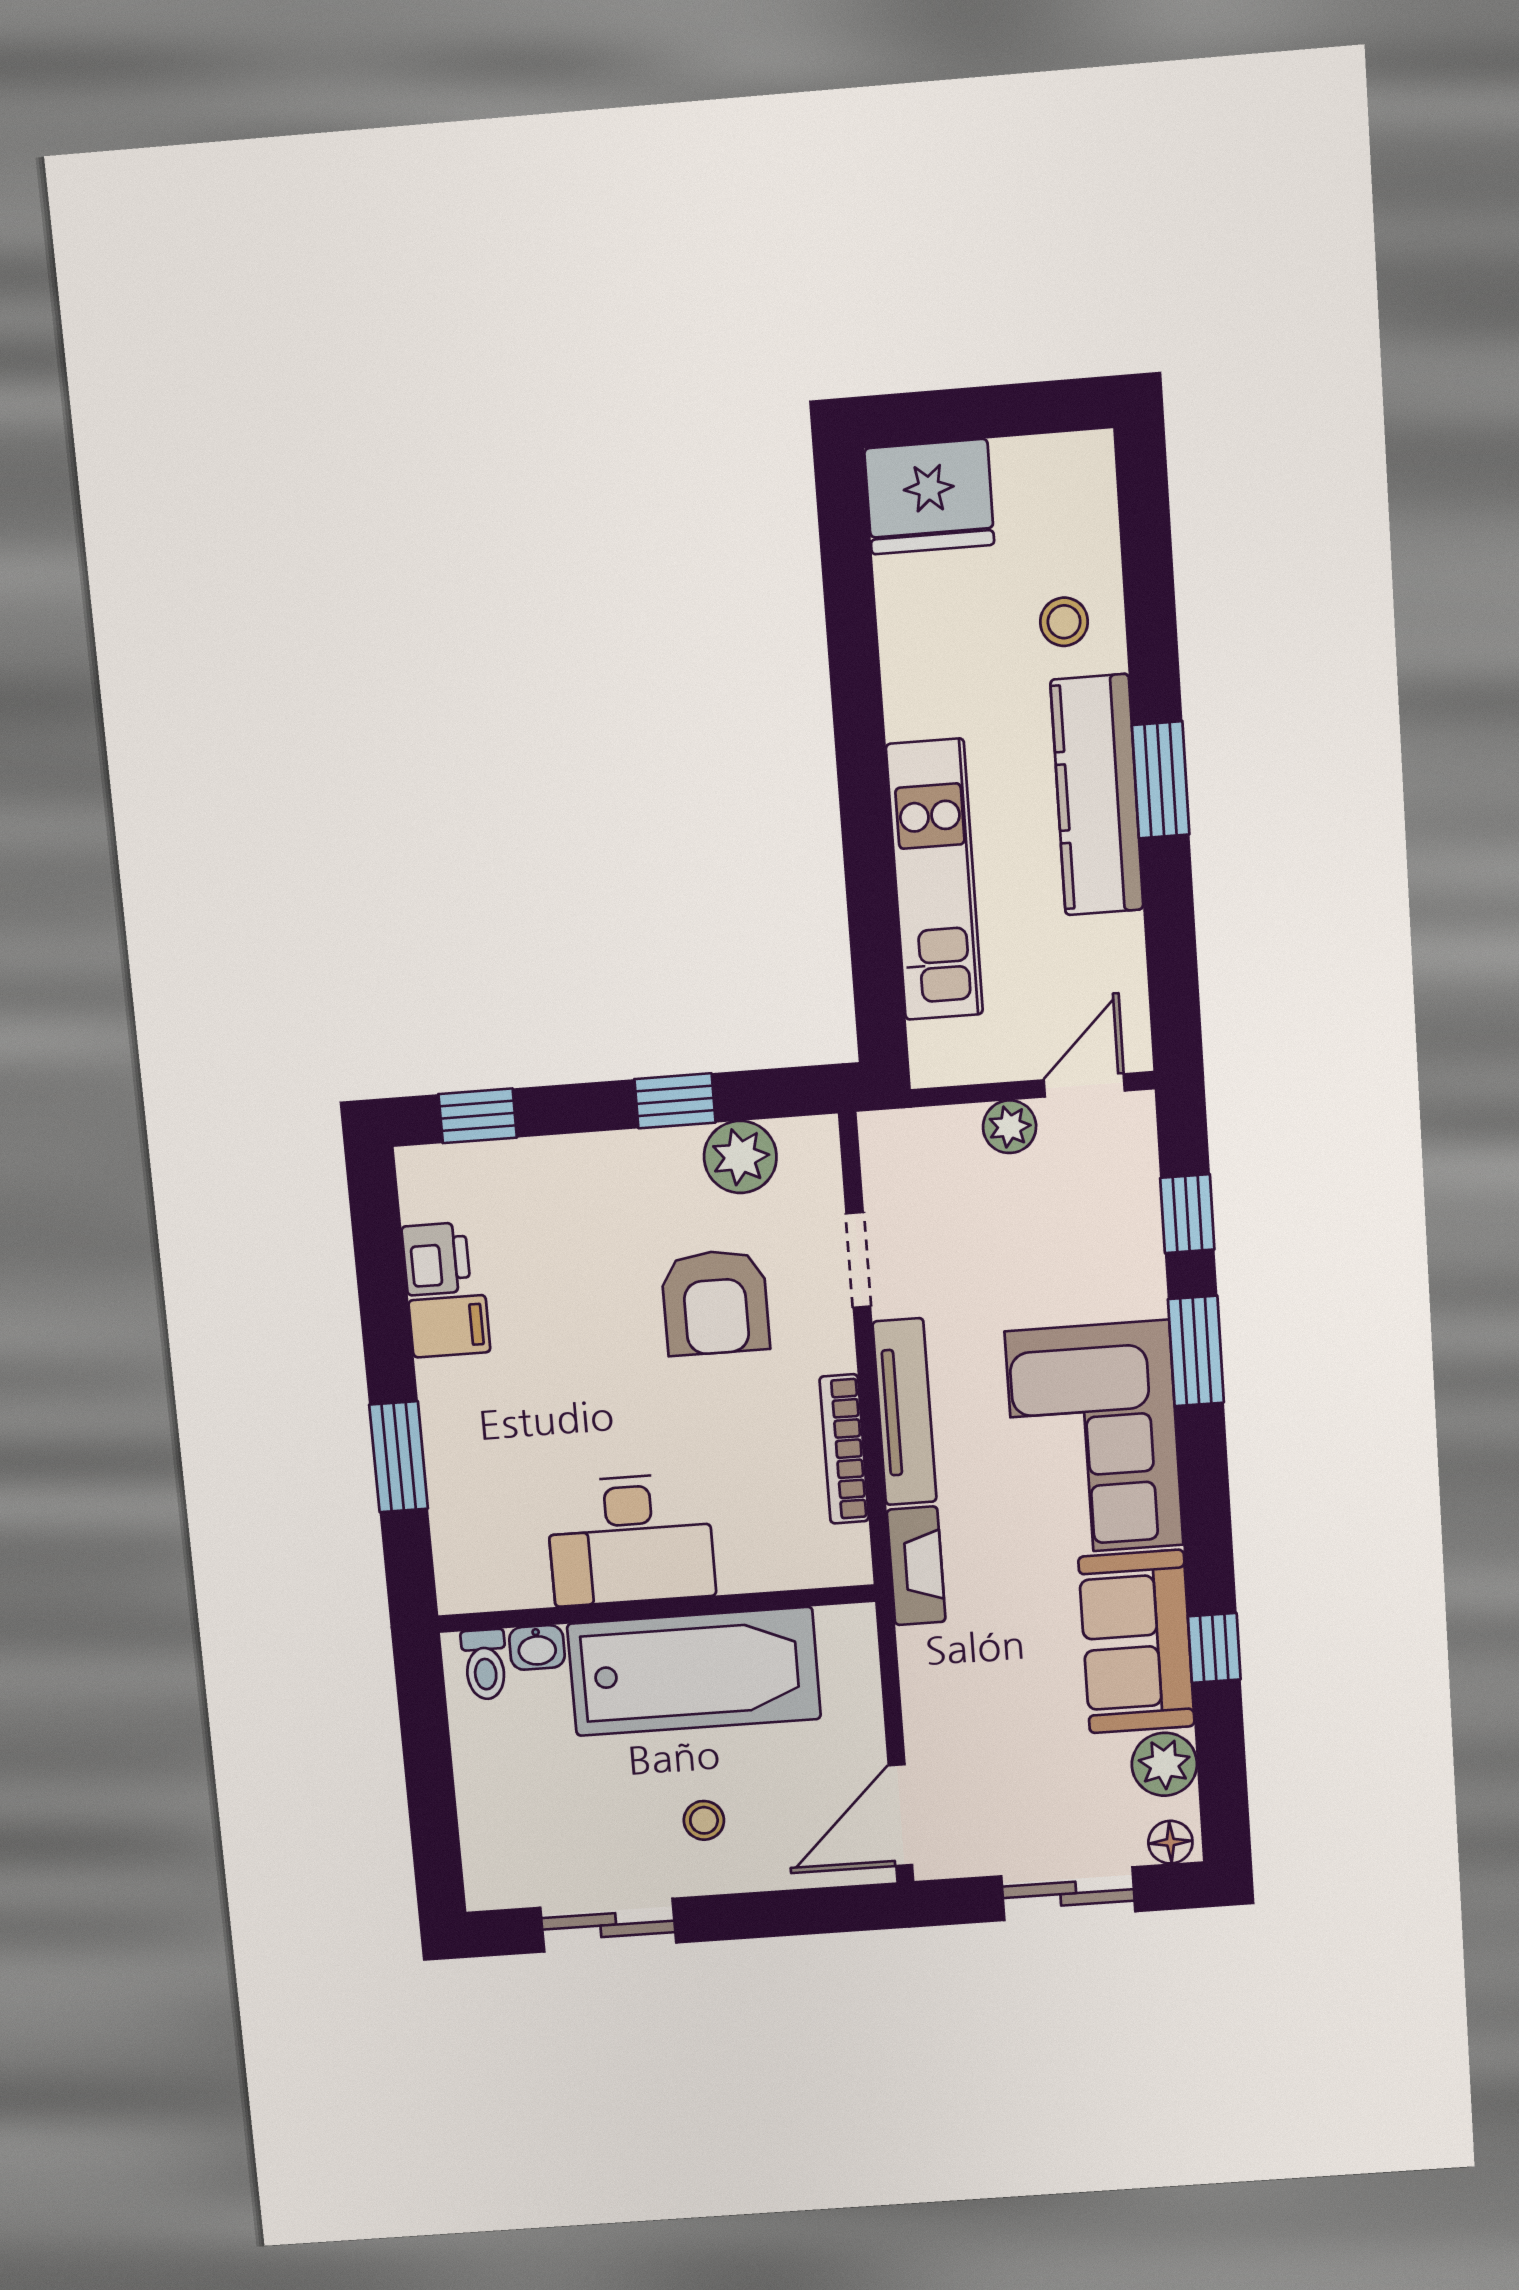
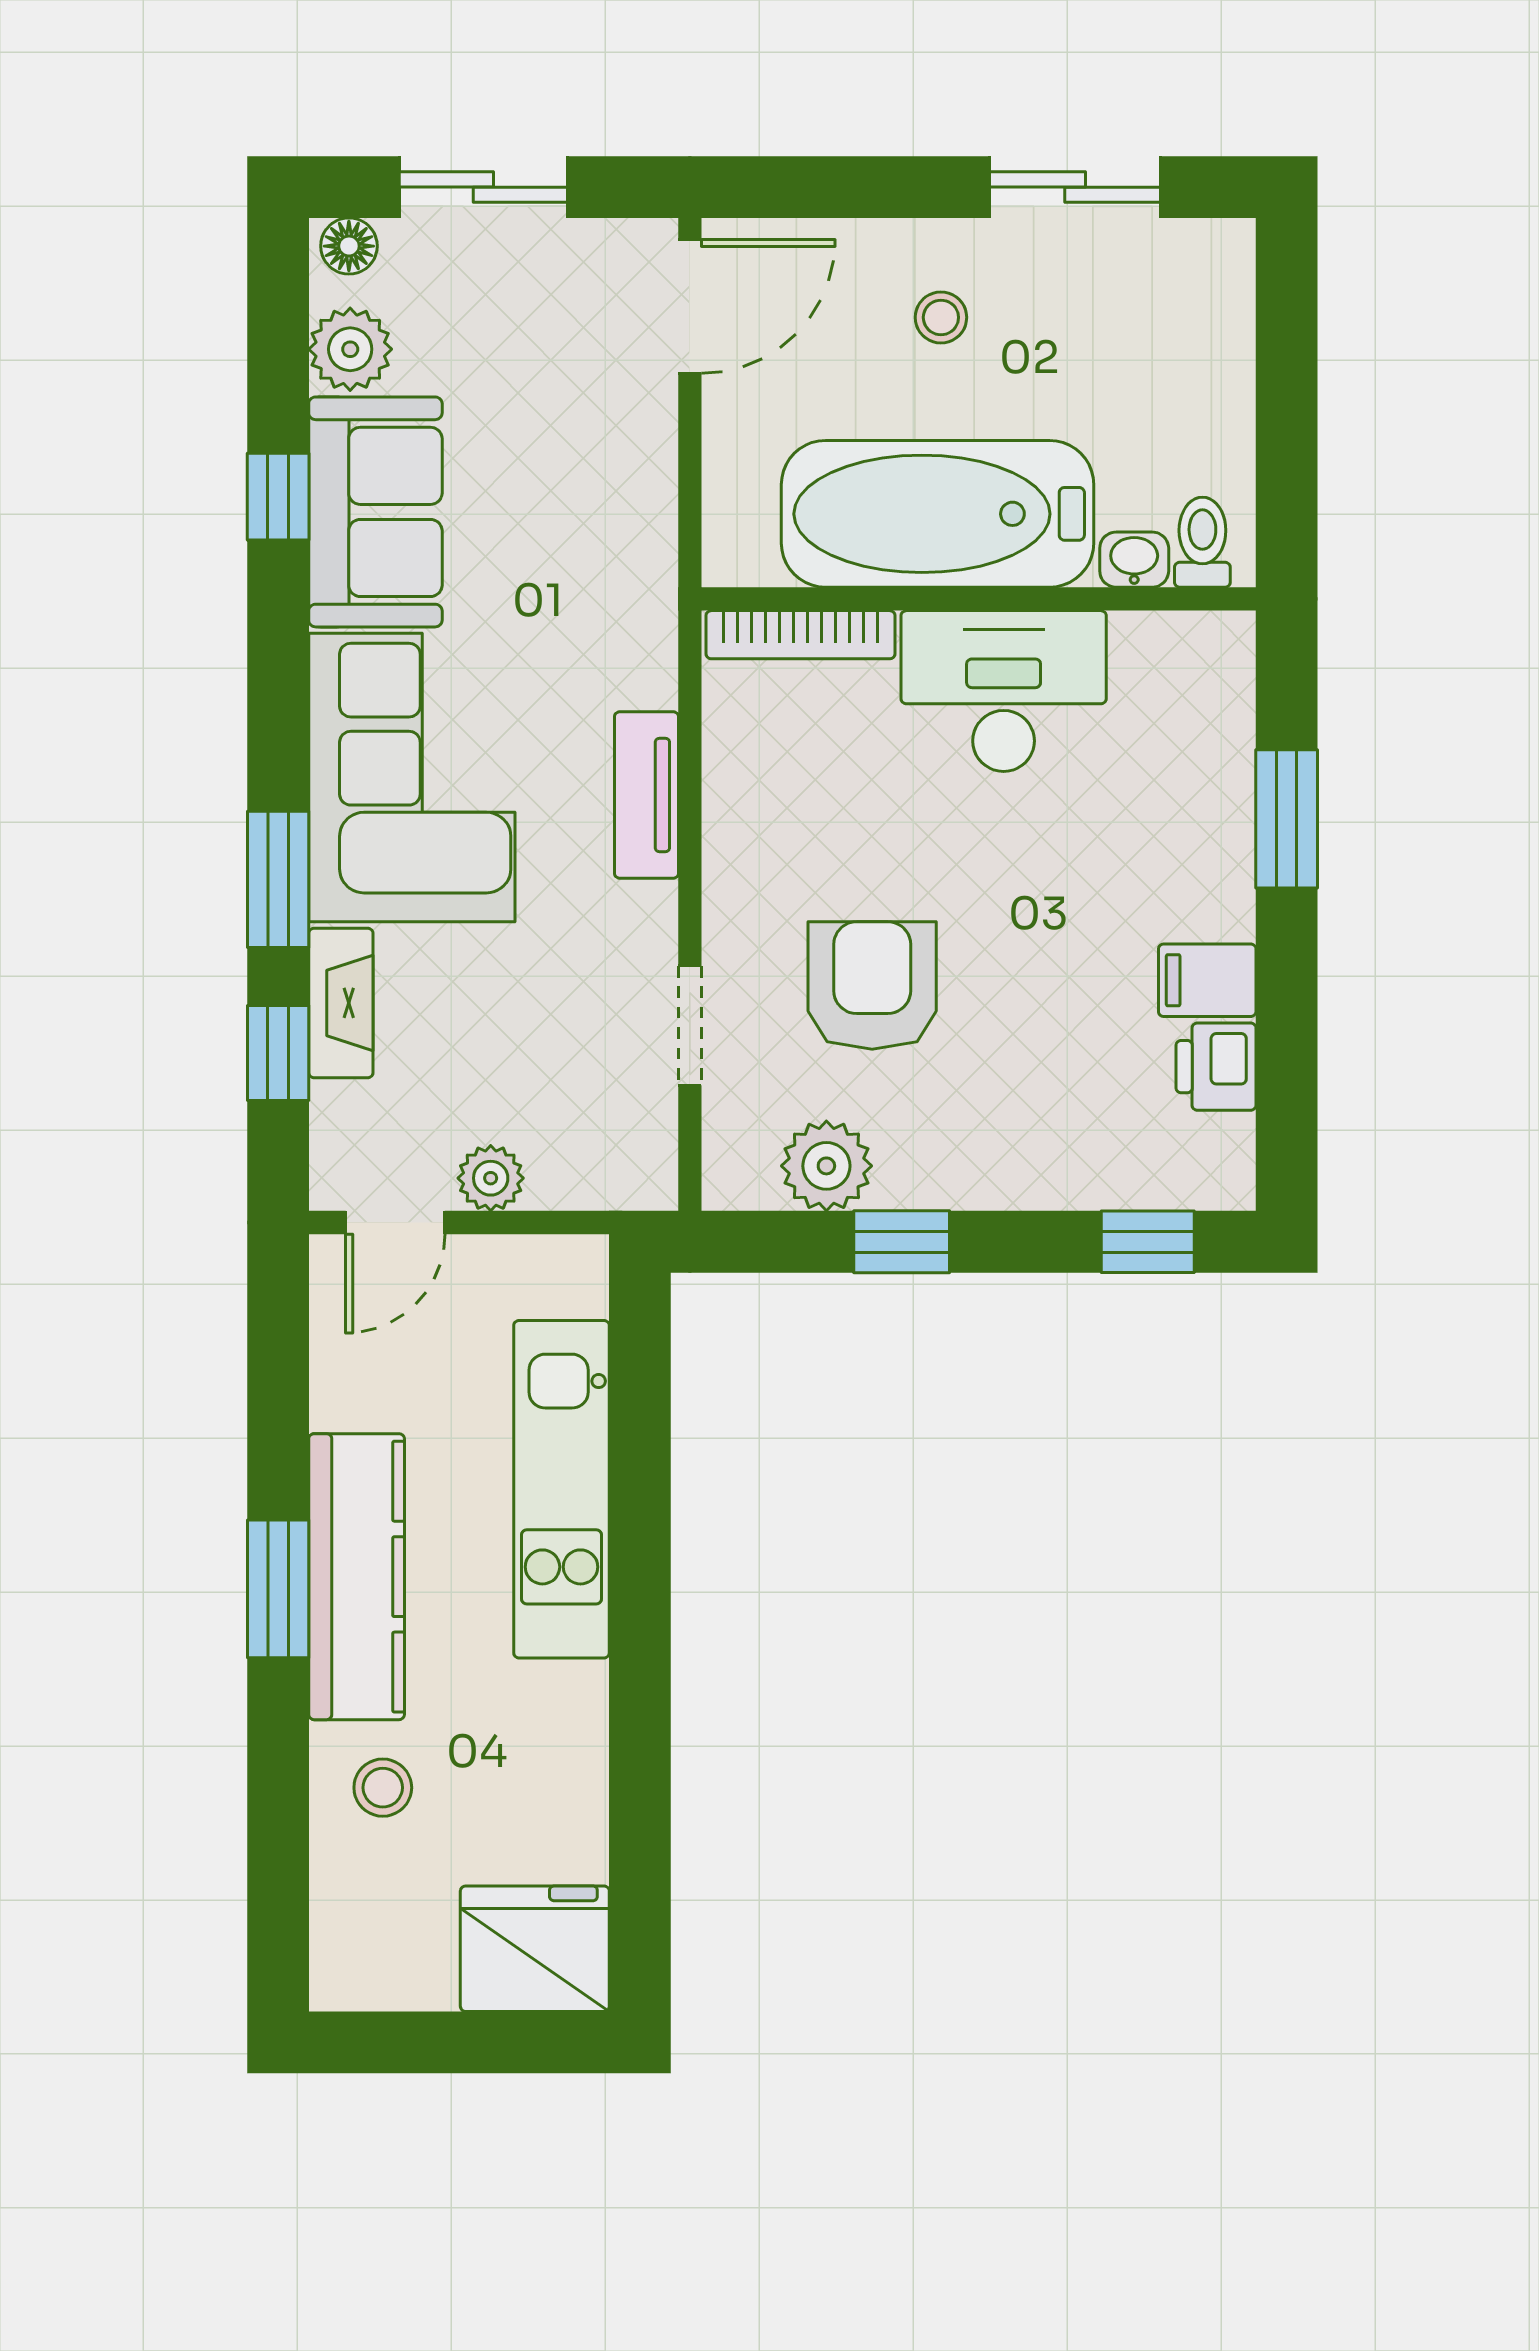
tv unit: (905, 1412) -> (647, 795), width x0.71
bookcase: (844, 1449) -> (801, 635), moved, turned 90
fireplace: (916, 1566) -> (341, 1003), moved, turned 180

